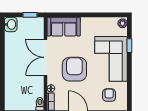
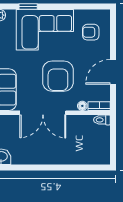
armchair: (74, 69) -> (58, 76), turned -90

